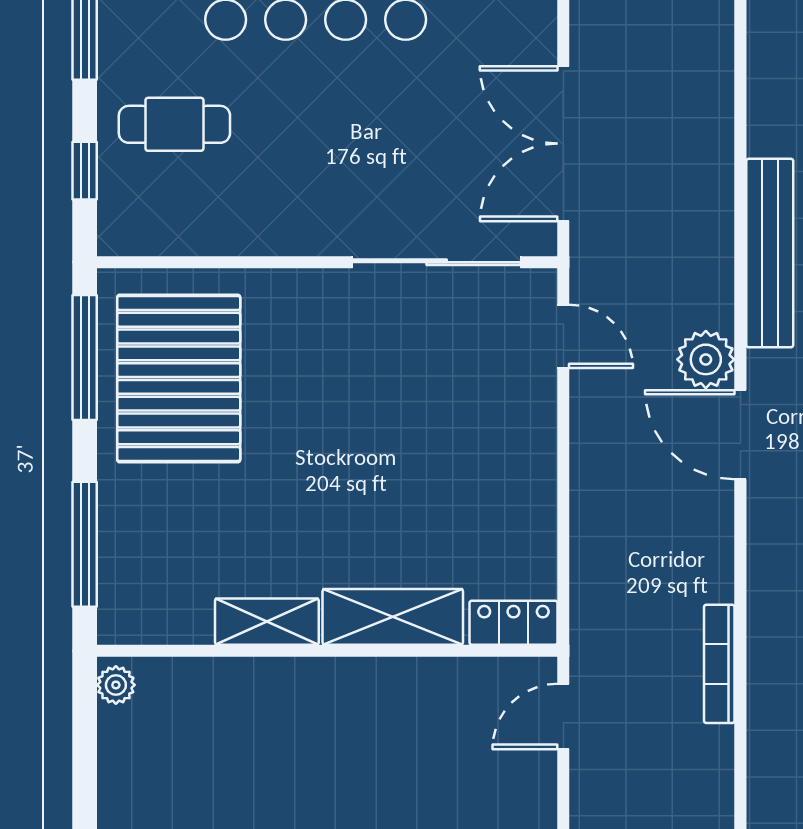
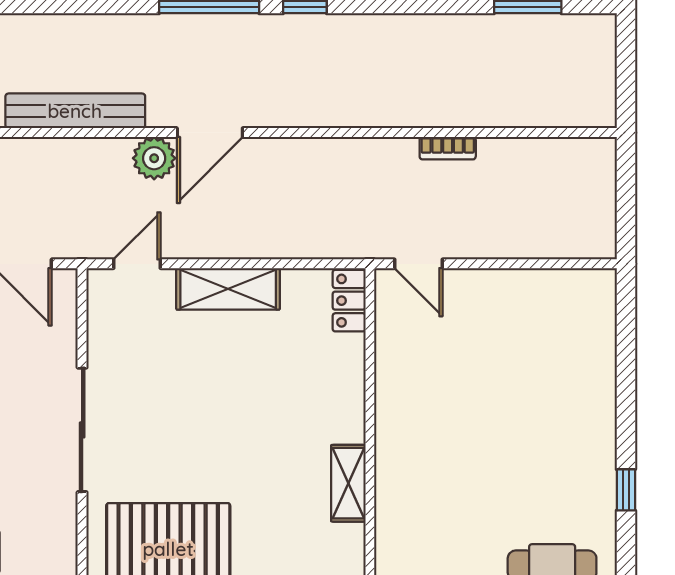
sliding door: (437, 262) -> (82, 430), moved
shelving: (393, 617) -> (228, 289), moved, turned 90
bookcase: (719, 664) -> (448, 148), moved, width x0.64

